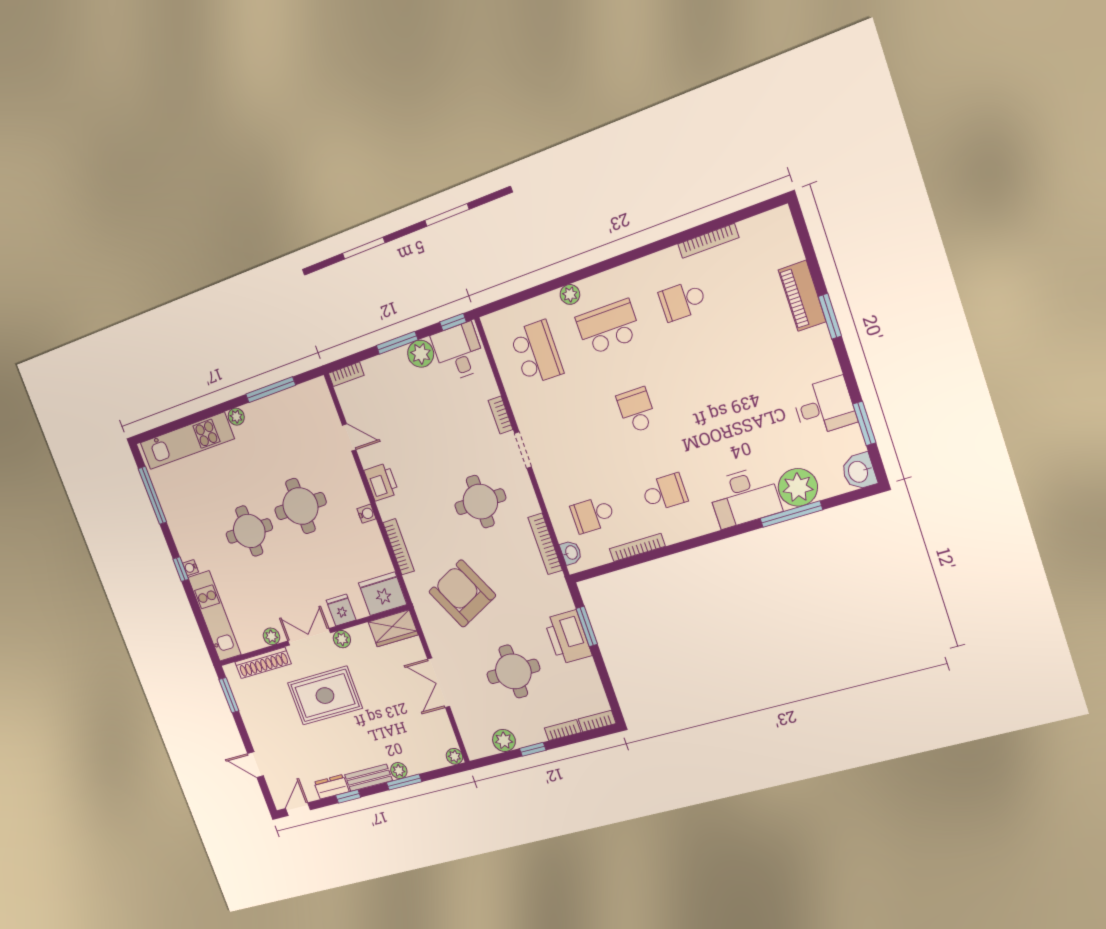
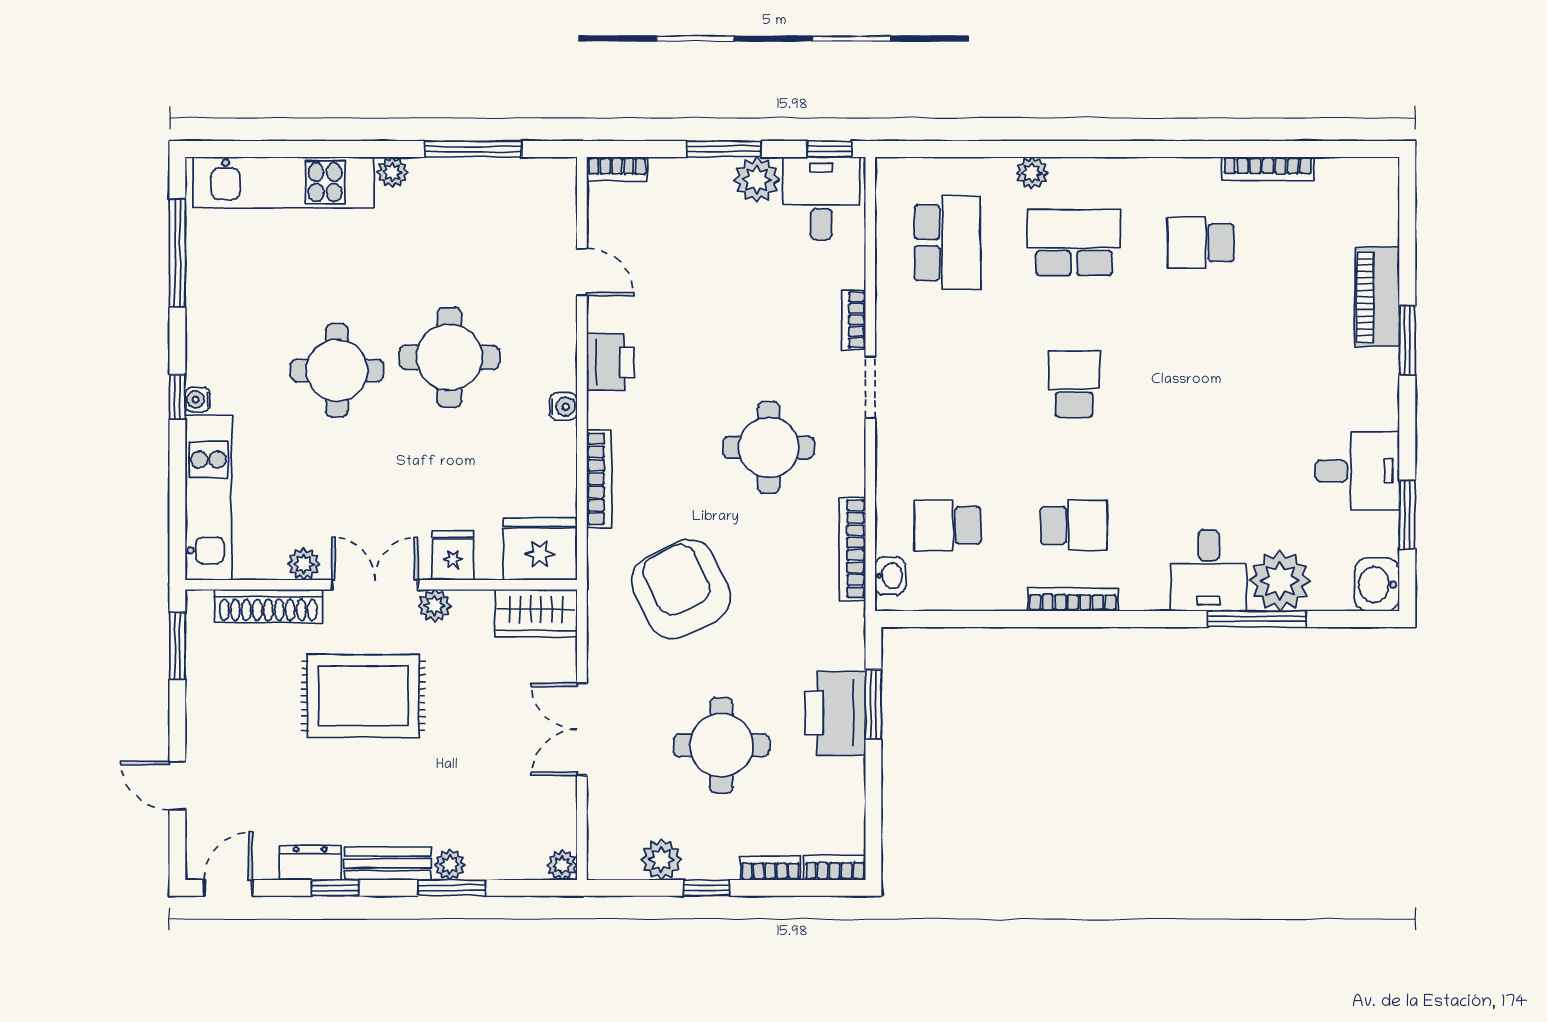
desk: (744, 497) -> (1209, 571), width x0.73
bookcase: (637, 547) -> (1073, 600), moved

